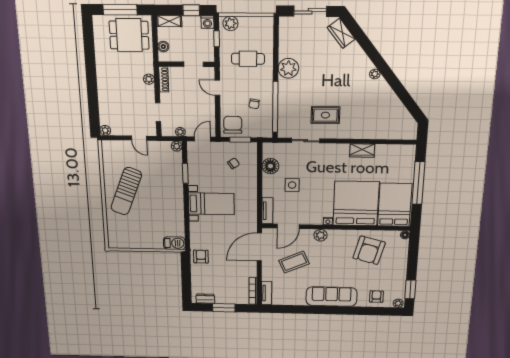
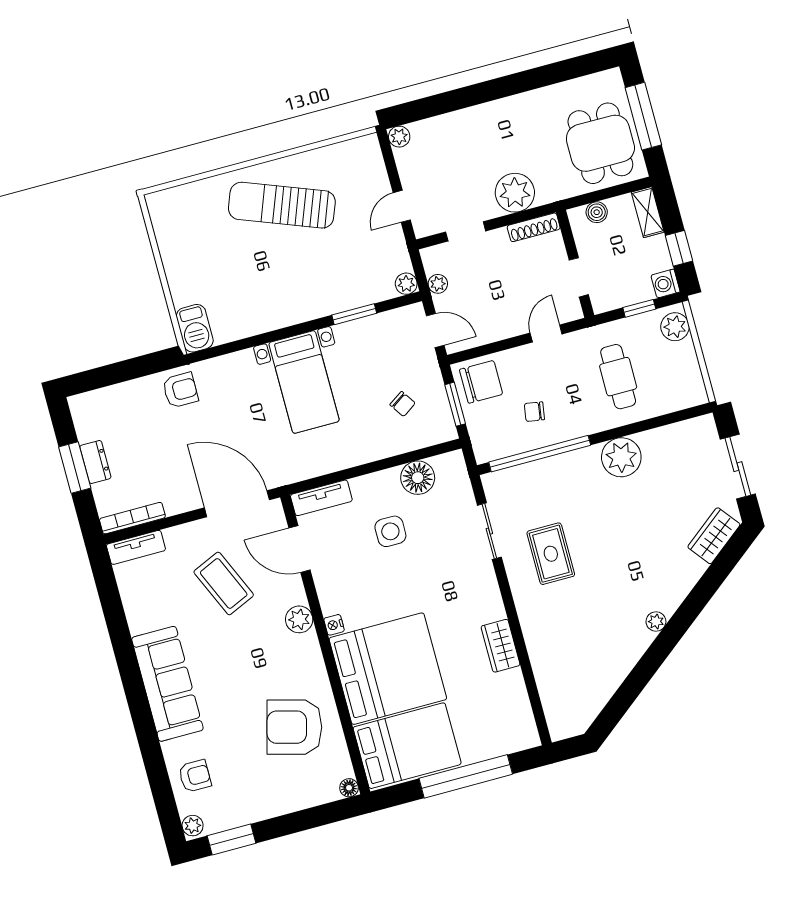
plant: (149, 79) -> (515, 193), width x1.88, depth x1.88
dresser: (205, 299) -> (95, 462), moved

